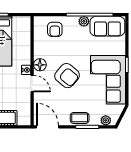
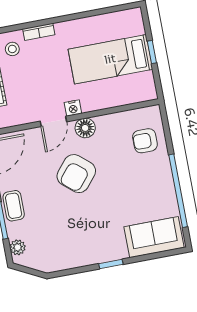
plant: (84, 21) -> (166, 184), removed
sofa: (107, 26) -> (154, 237), moved, turned 90
corner sofa: (108, 80) -> (82, 239), removed

